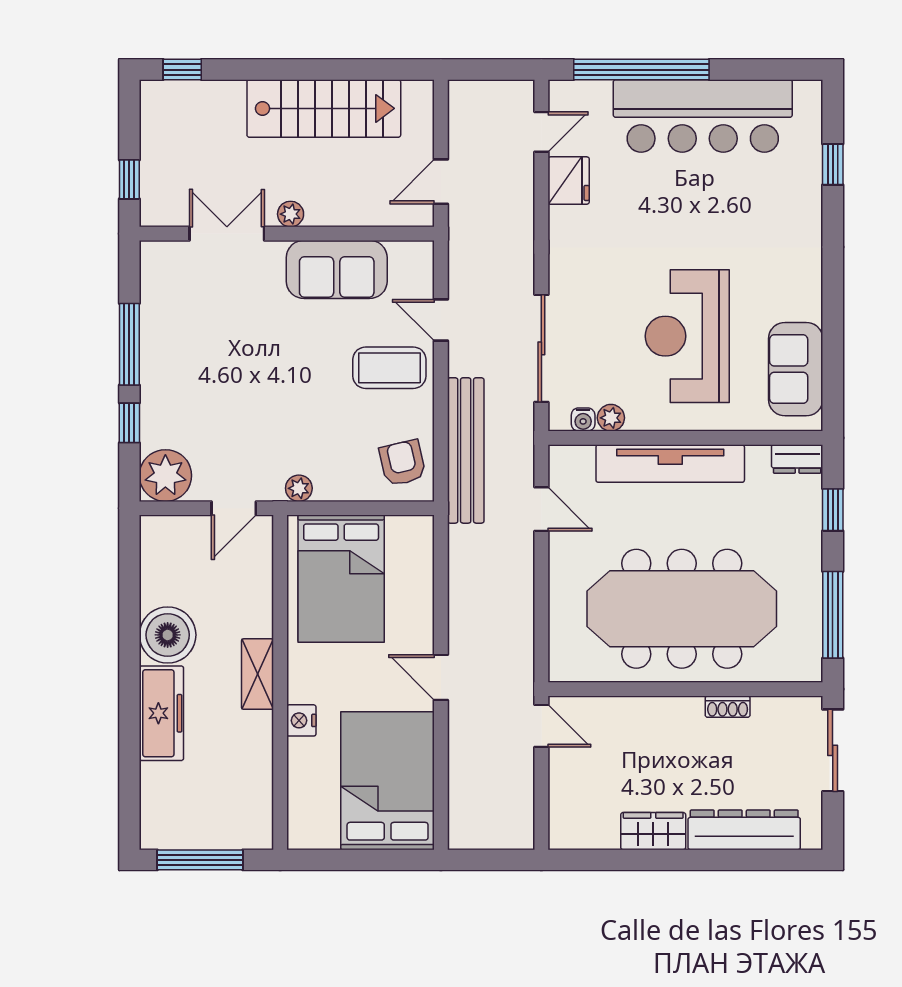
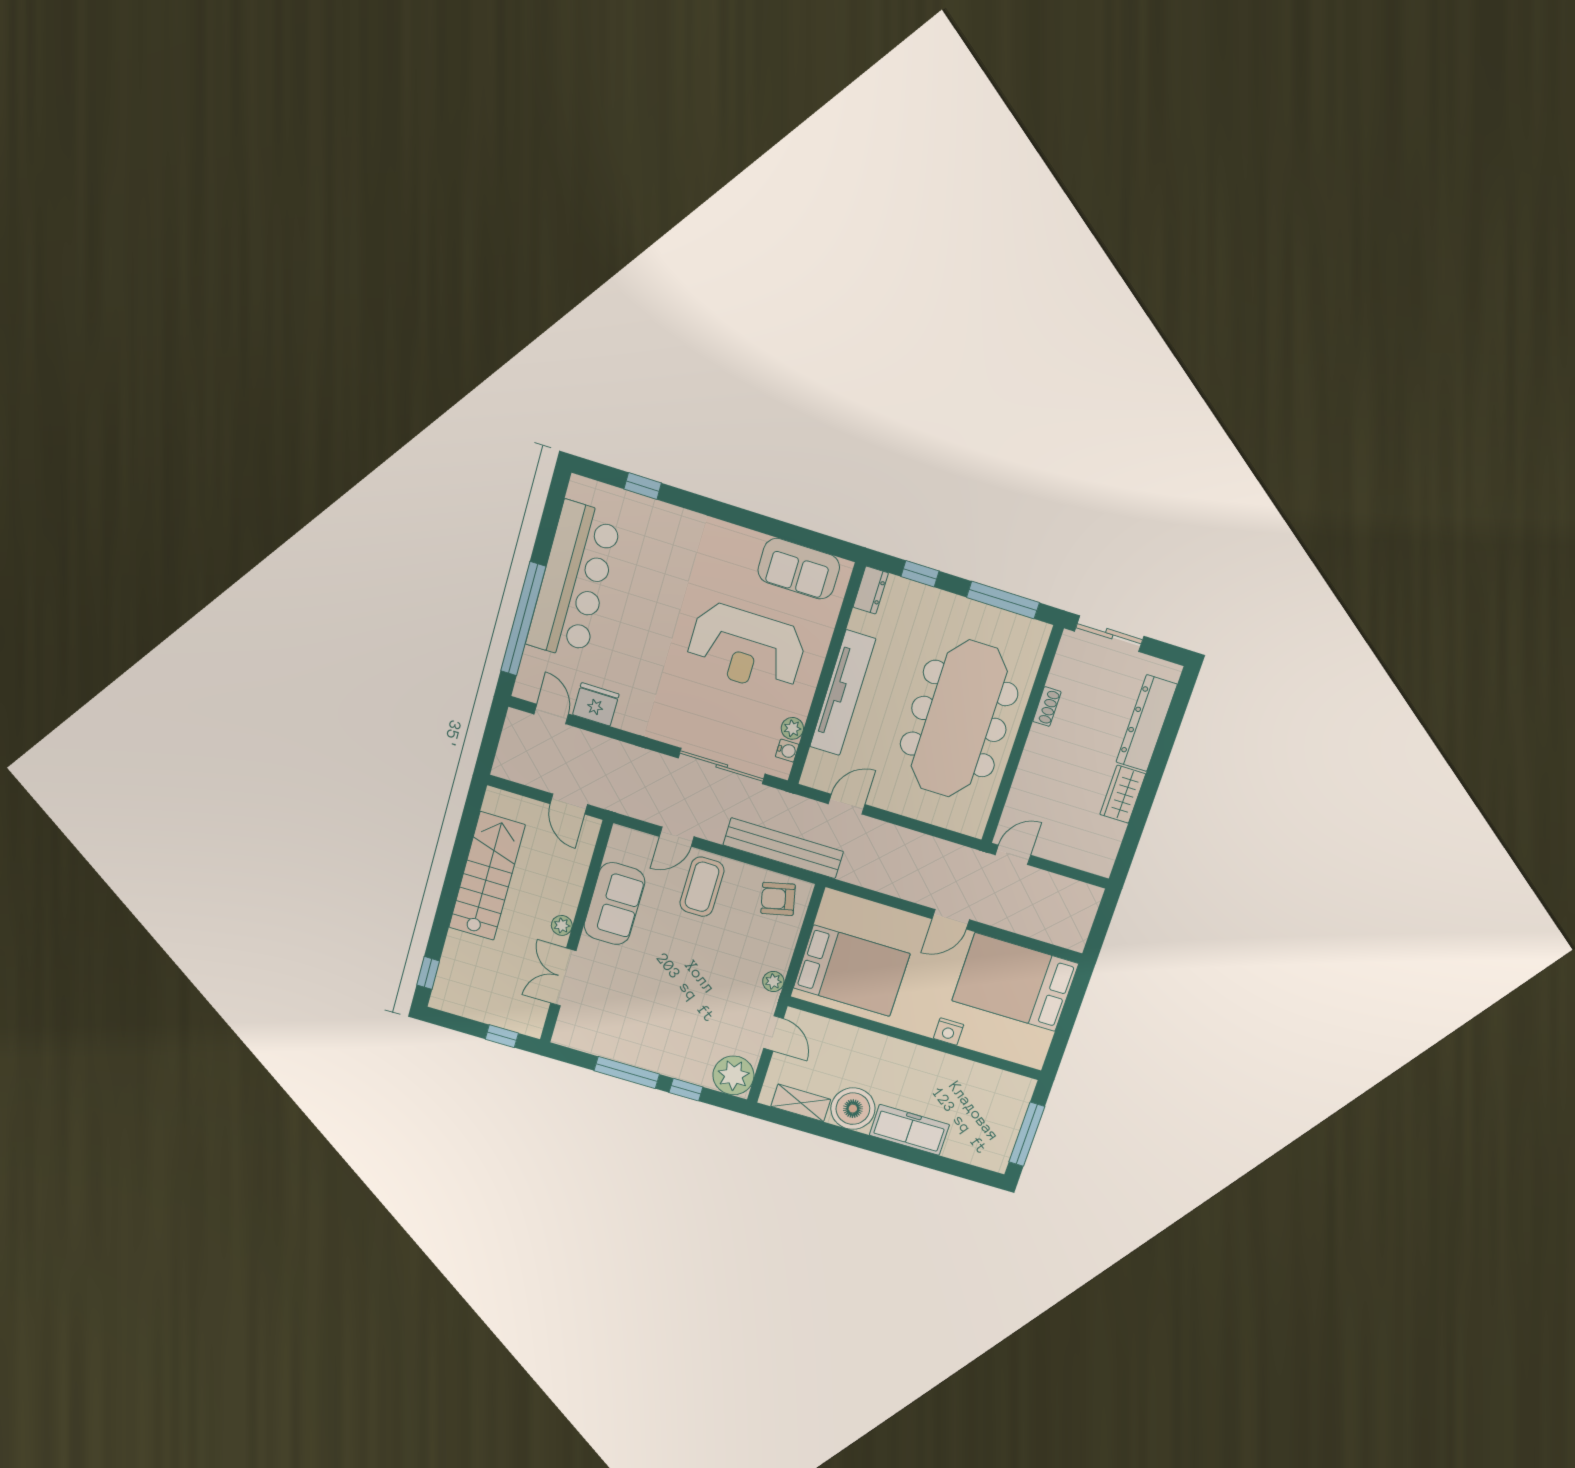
shelving: (257, 674) -> (801, 1103), moved

